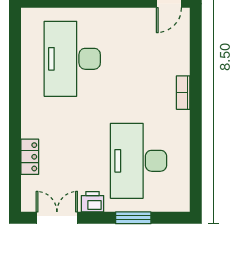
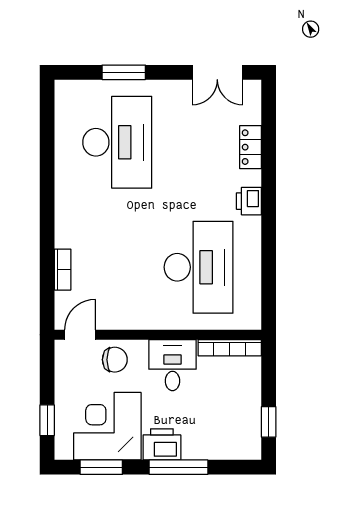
bookcase: (183, 93) -> (63, 270), moved
printer: (92, 202) -> (249, 201), moved, turned 90

